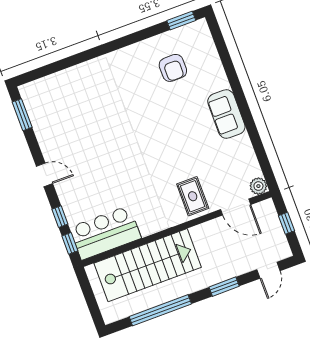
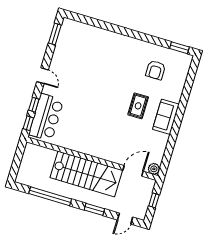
rug: (193, 196) -> (138, 106), moved
door: (236, 207) -> (133, 171), swing flipped
bar counter: (105, 233) -> (46, 117), moved, turned 90
stairs: (148, 265) -> (86, 174), moved

